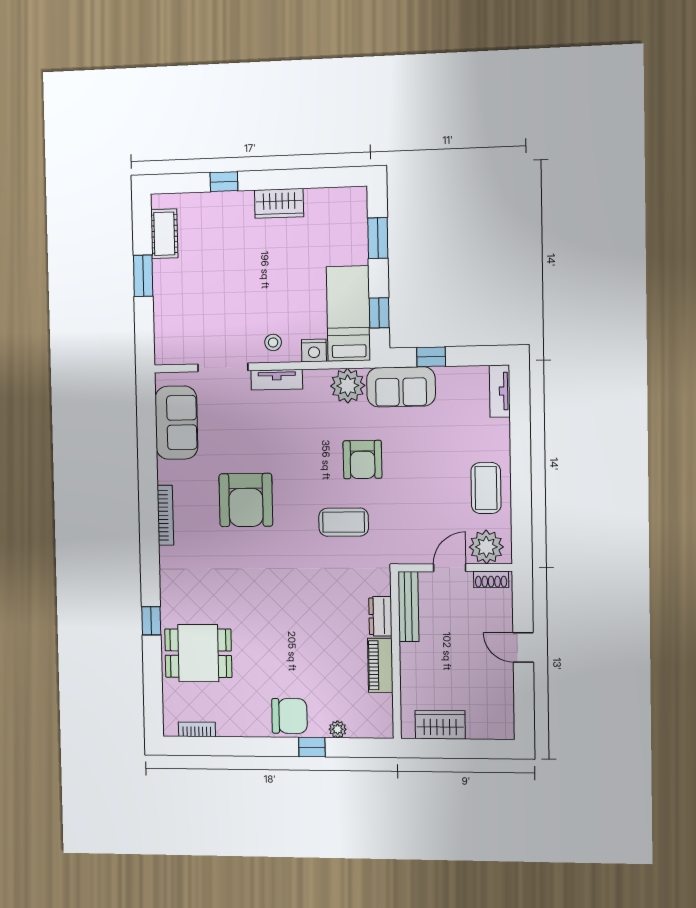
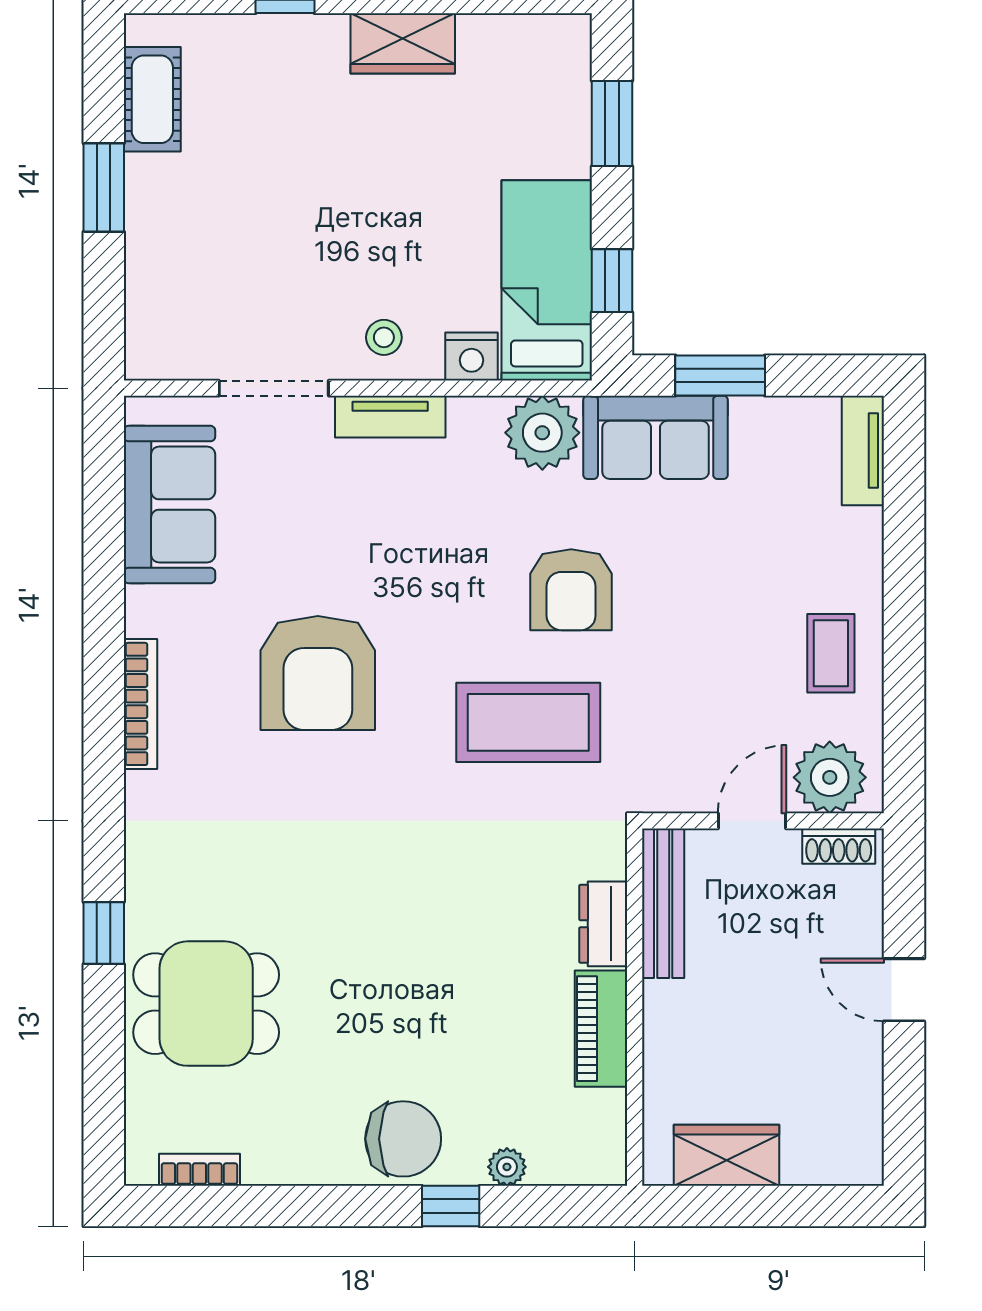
window: (431, 357) -> (720, 376), width x1.50
coffee table: (486, 488) -> (831, 653), width x0.73, depth x0.77
coffee table: (344, 522) -> (528, 722), width x1.36, depth x1.32

